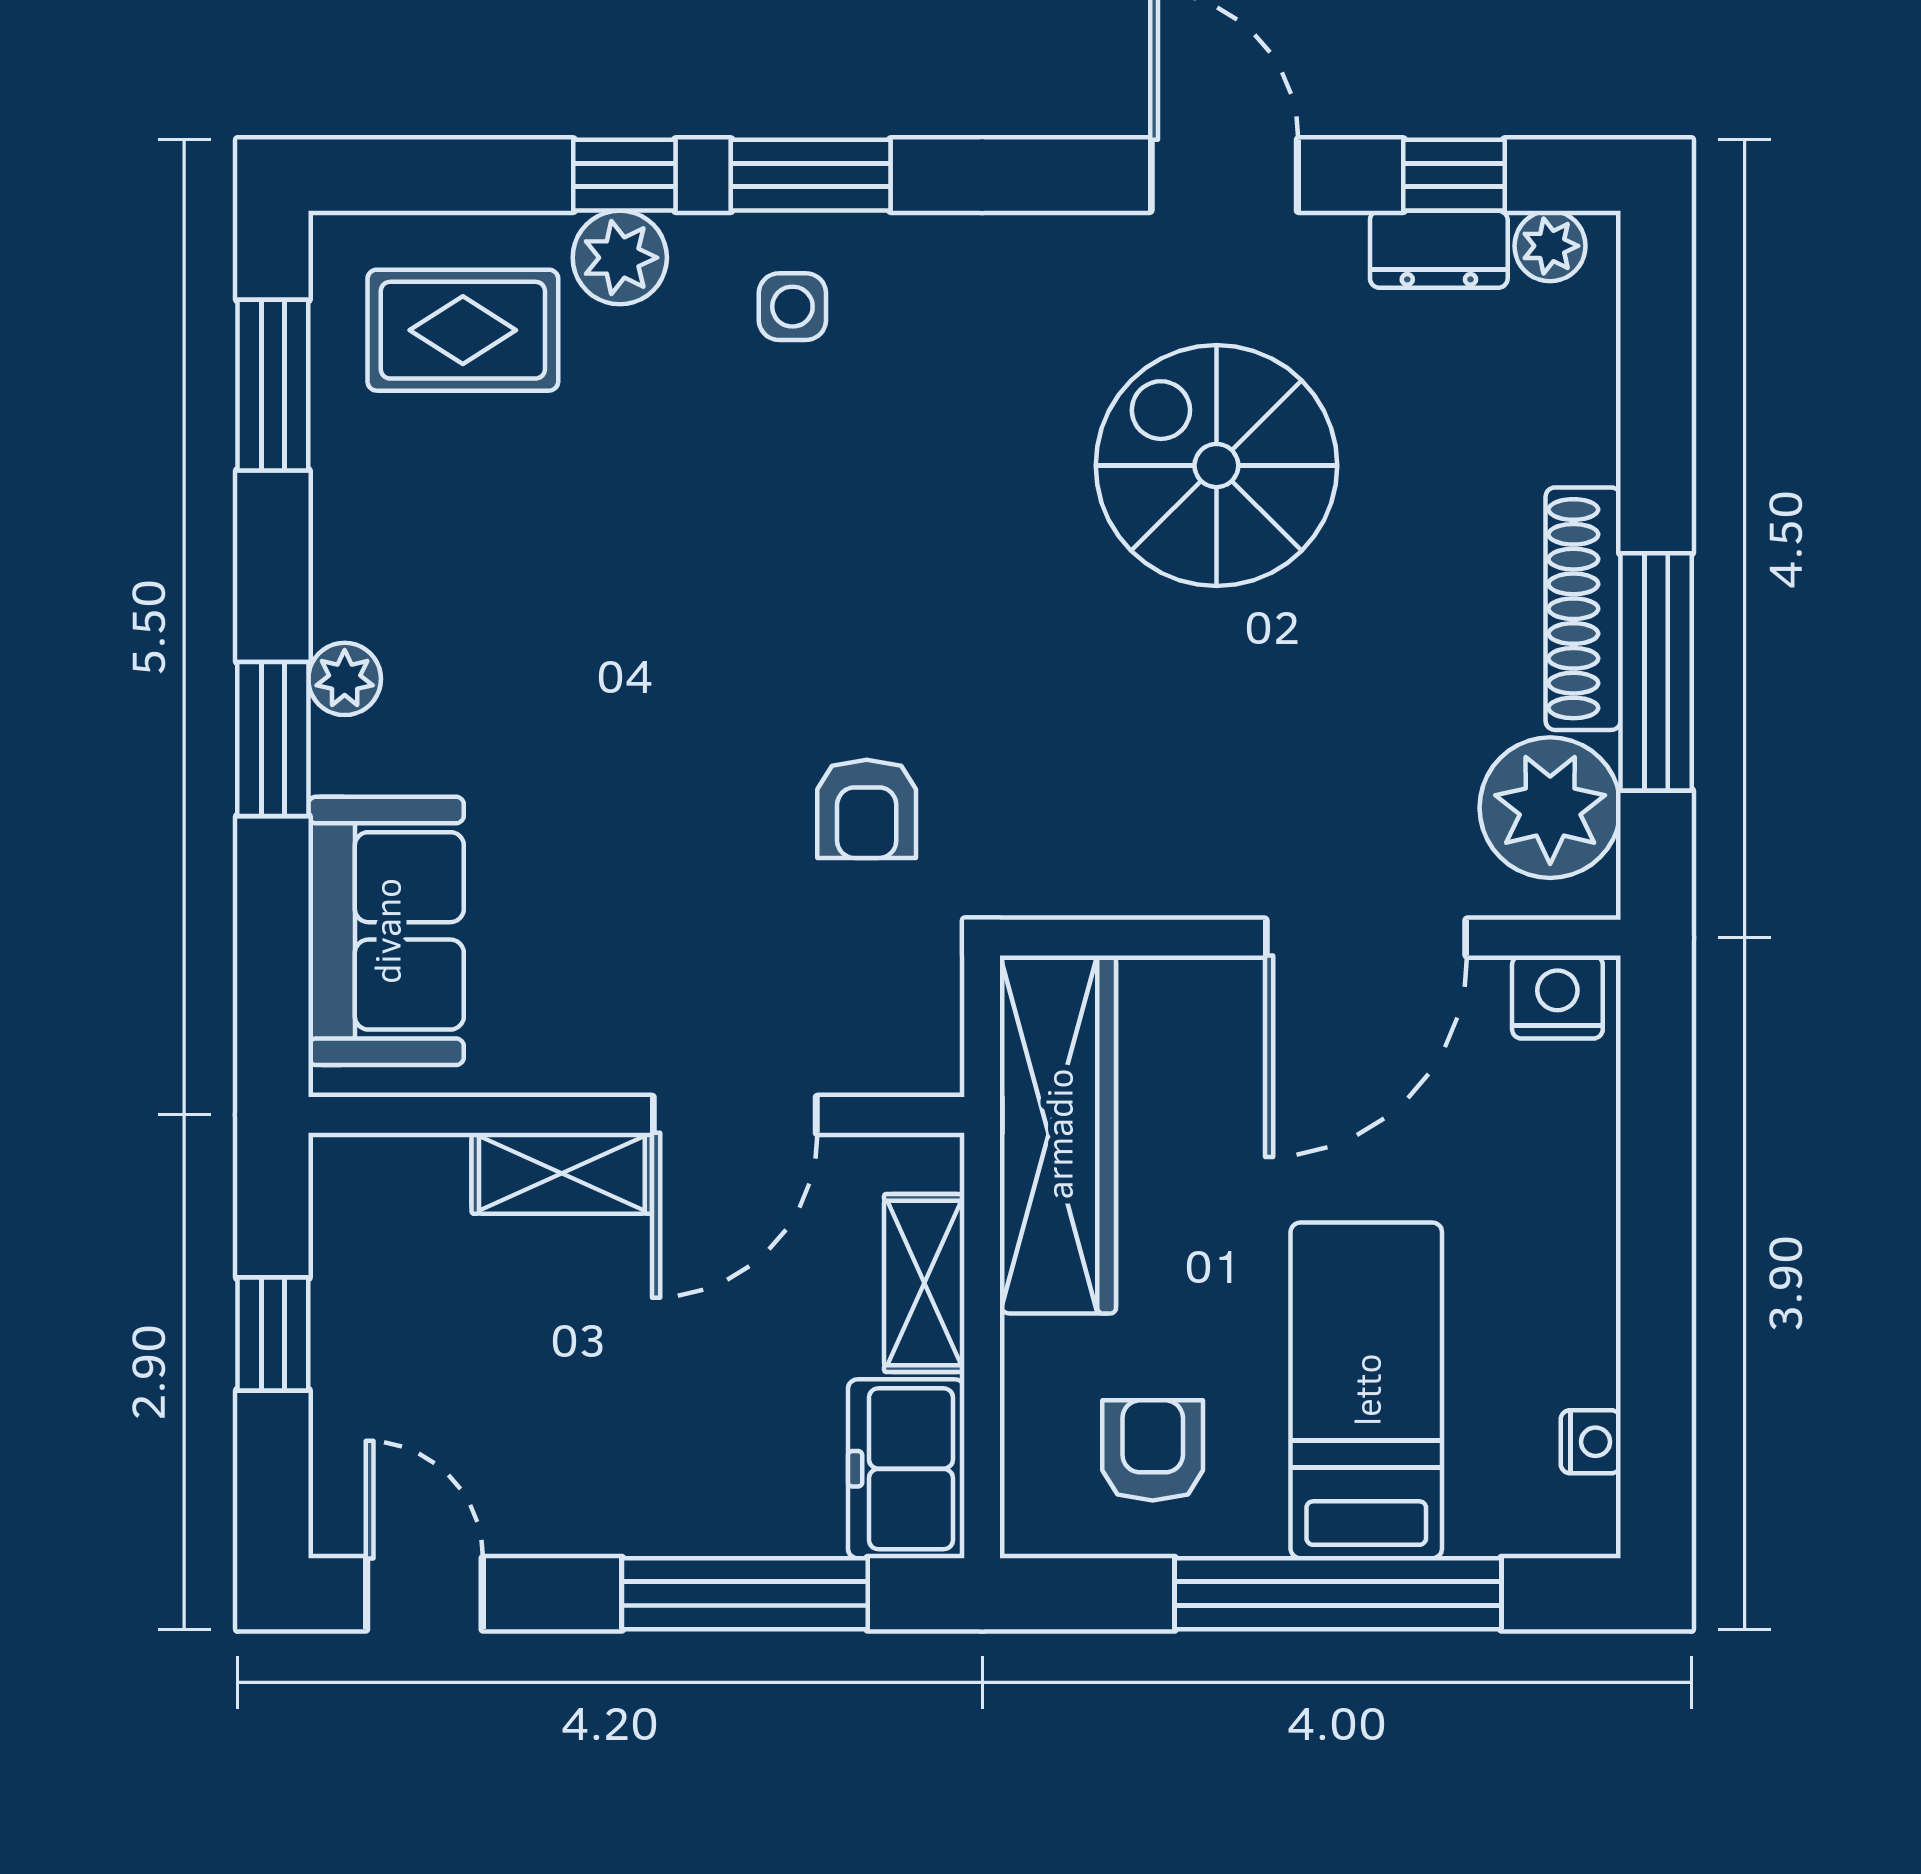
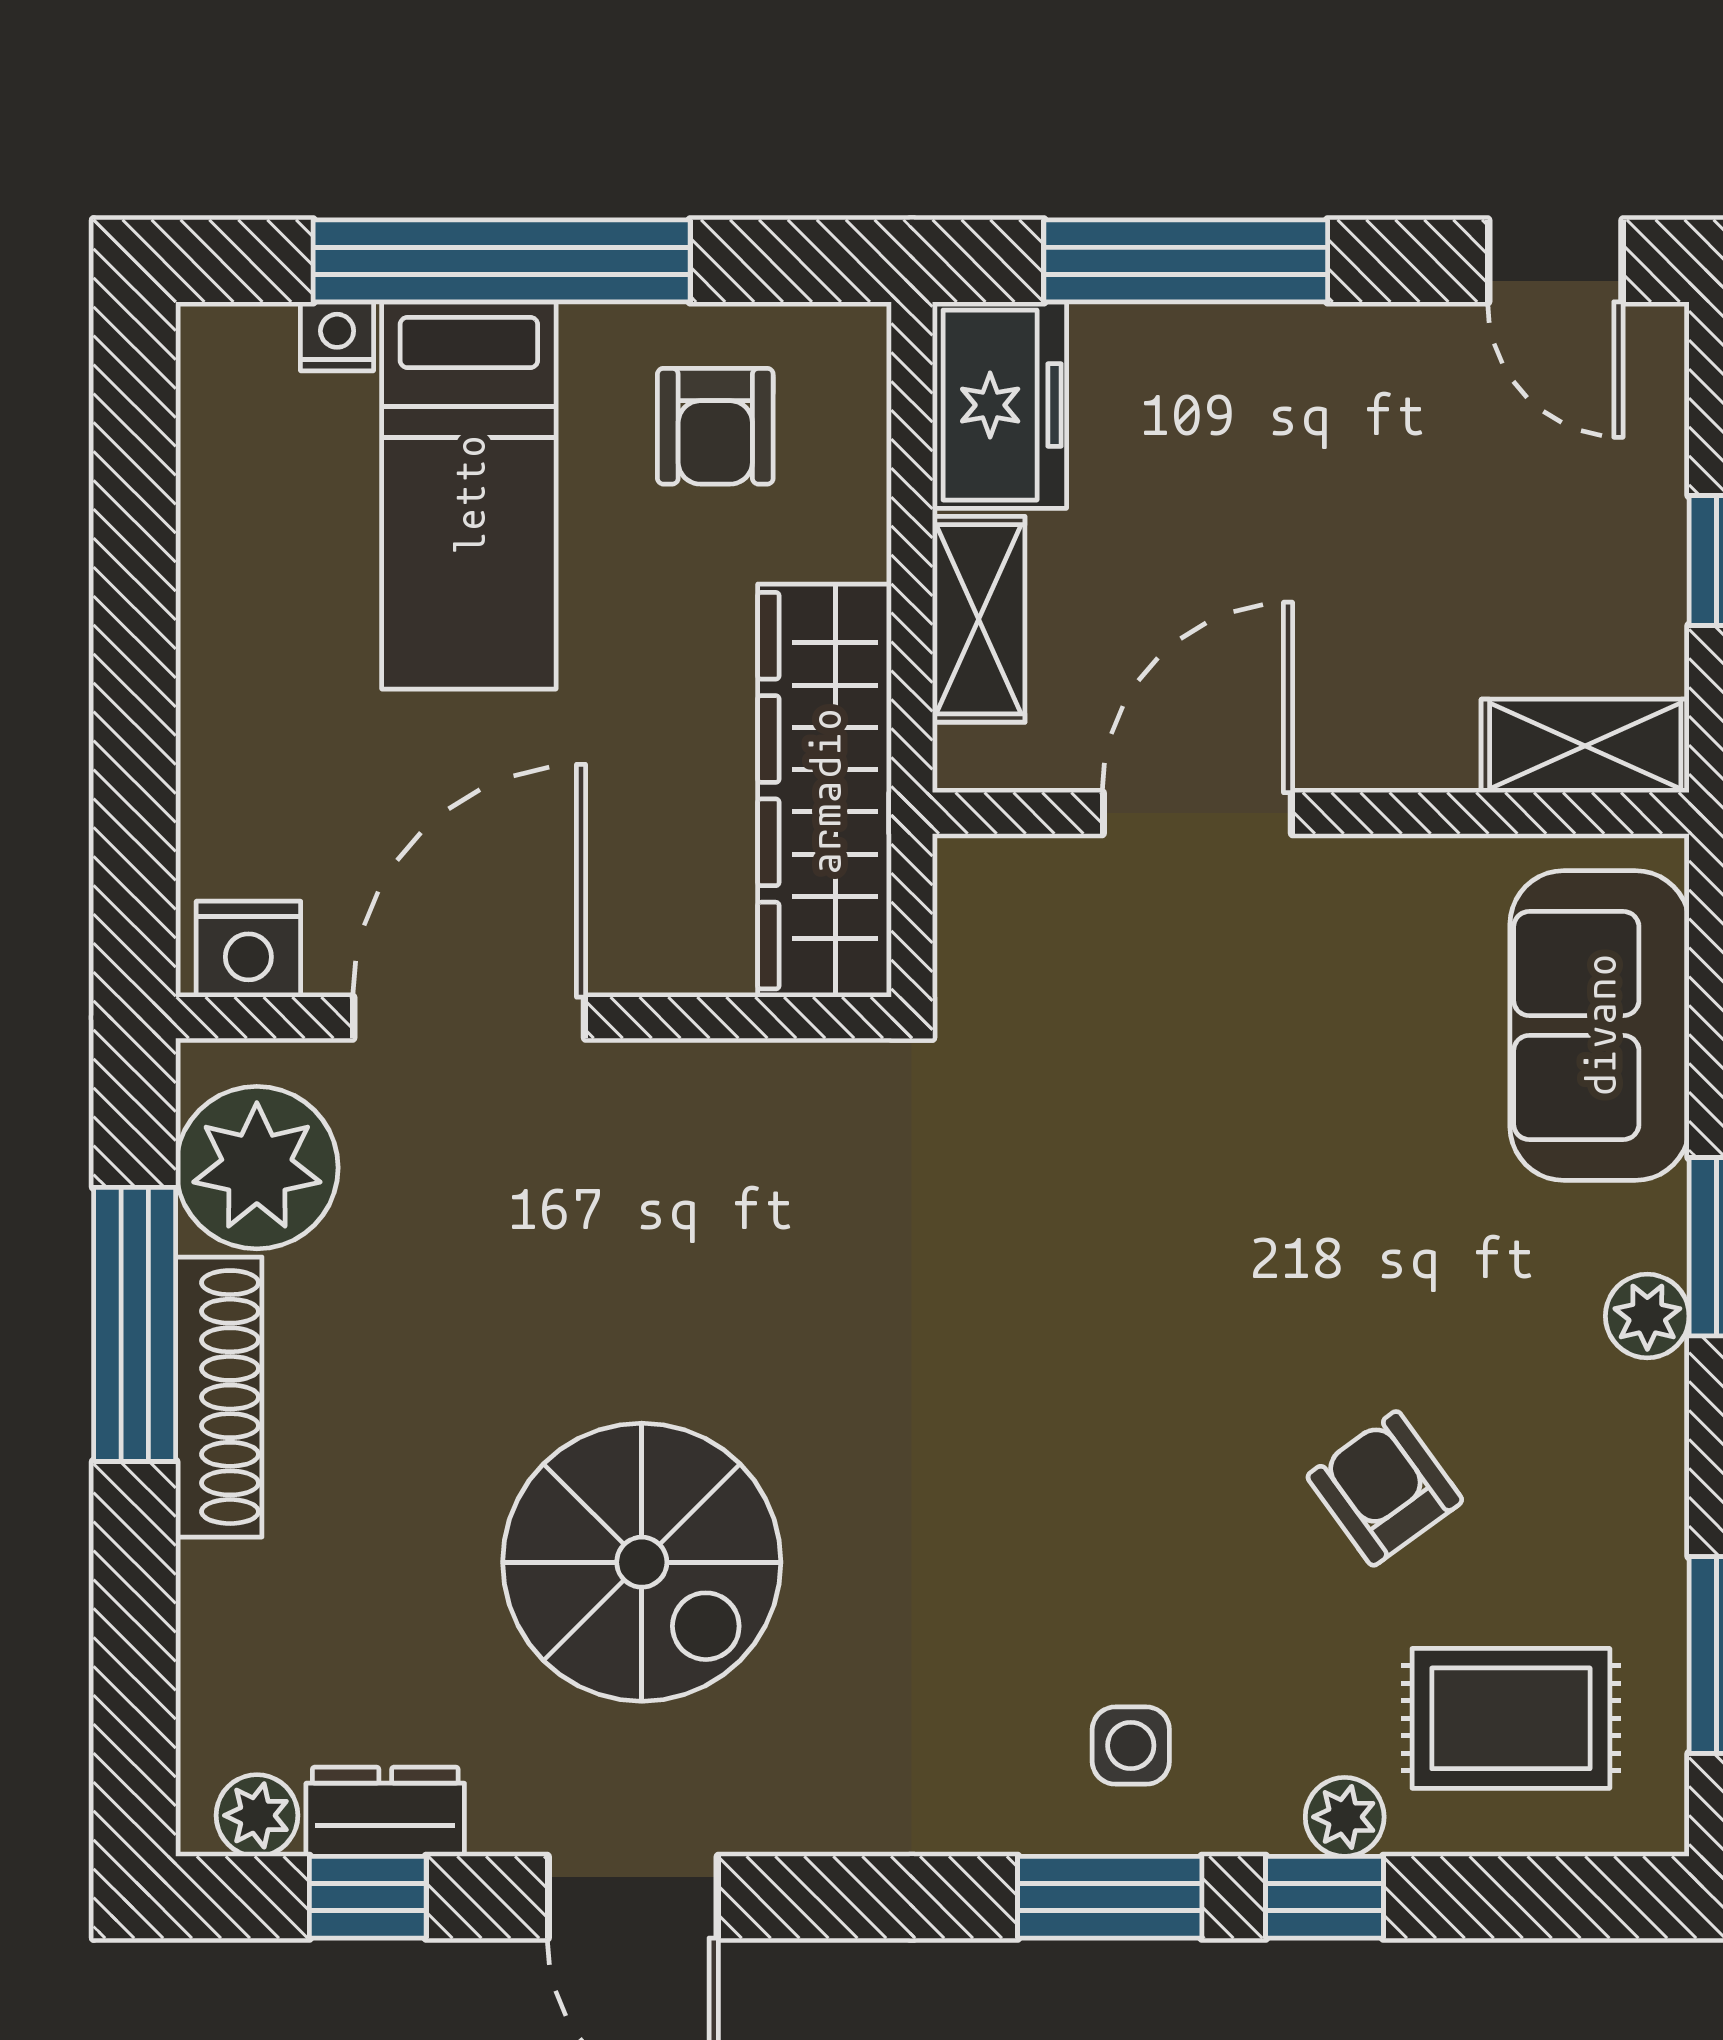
plant: (620, 258) -> (1345, 1817), width x0.73, depth x0.73
armchair: (867, 809) -> (1385, 1488), moved, turned -36
shelving: (562, 1173) -> (1585, 746), moved
nightstand: (1591, 1442) -> (337, 336), moved, turned 90

